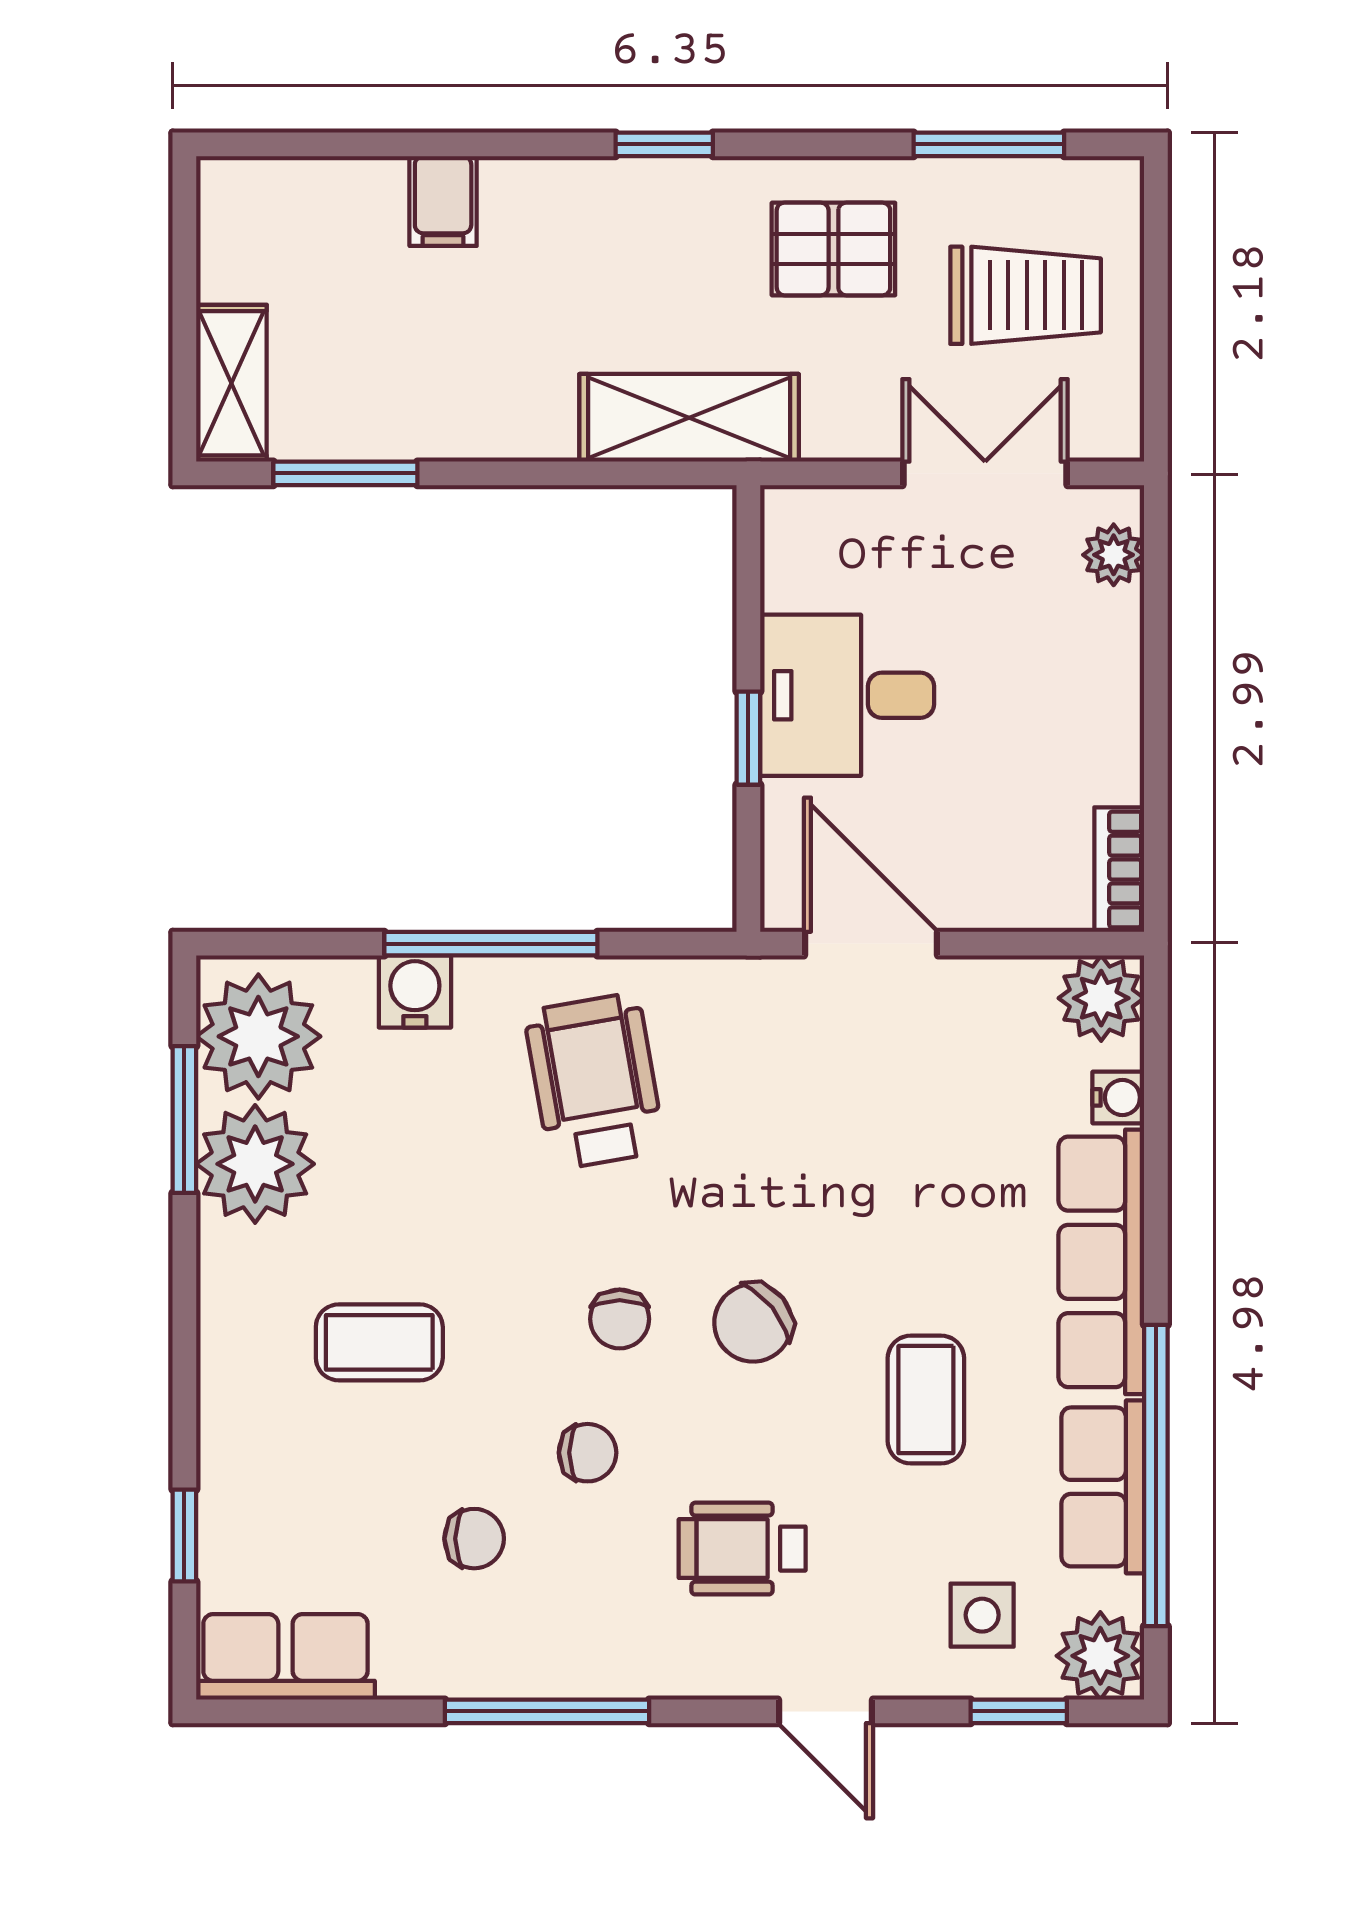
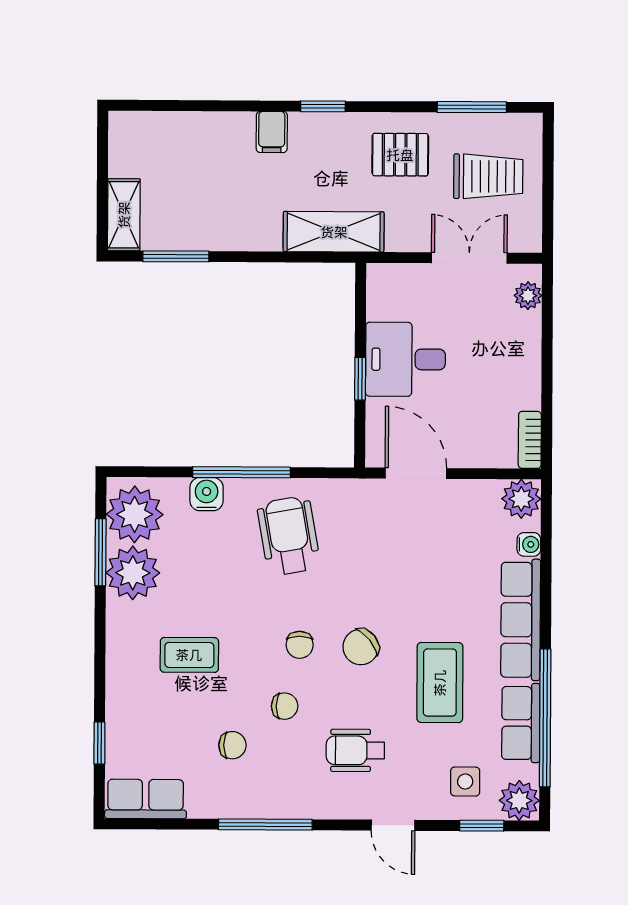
filing cabinet: (443, 201) -> (272, 132), moved
coffee table: (926, 1400) -> (440, 683), width x1.36, depth x1.30

